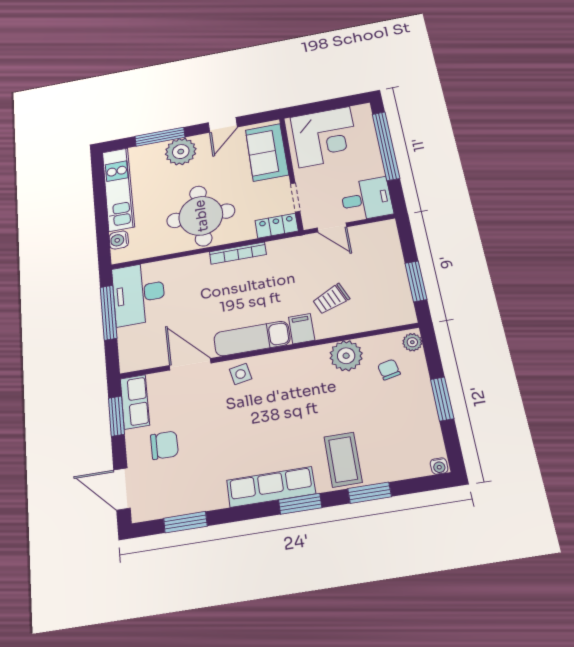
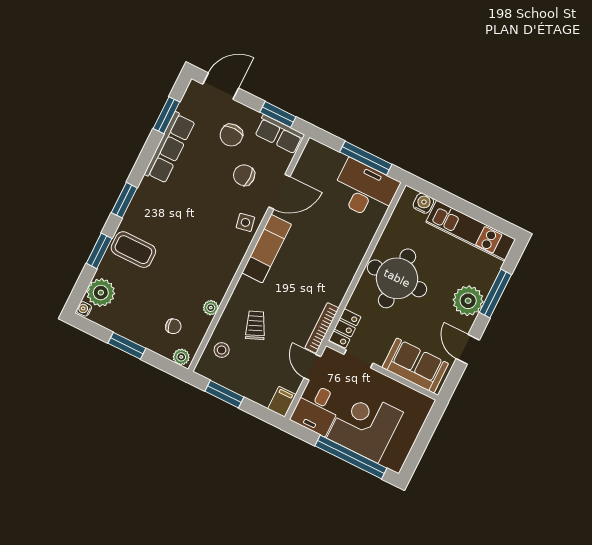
corner desk: (325, 137) -> (365, 425), moved, turned 90
door: (332, 227) -> (312, 367), hinge flipped
bookcase: (238, 253) -> (322, 328), moved
stool: (377, 312) -> (222, 350), added
filing cabinet: (302, 329) -> (282, 402), moved, turned -90
plant: (346, 356) -> (211, 308), width x0.53, depth x0.53
chair: (196, 406) -> (244, 175), added
plant: (410, 461) -> (101, 293), added
row of seats: (271, 487) -> (170, 148), moved

